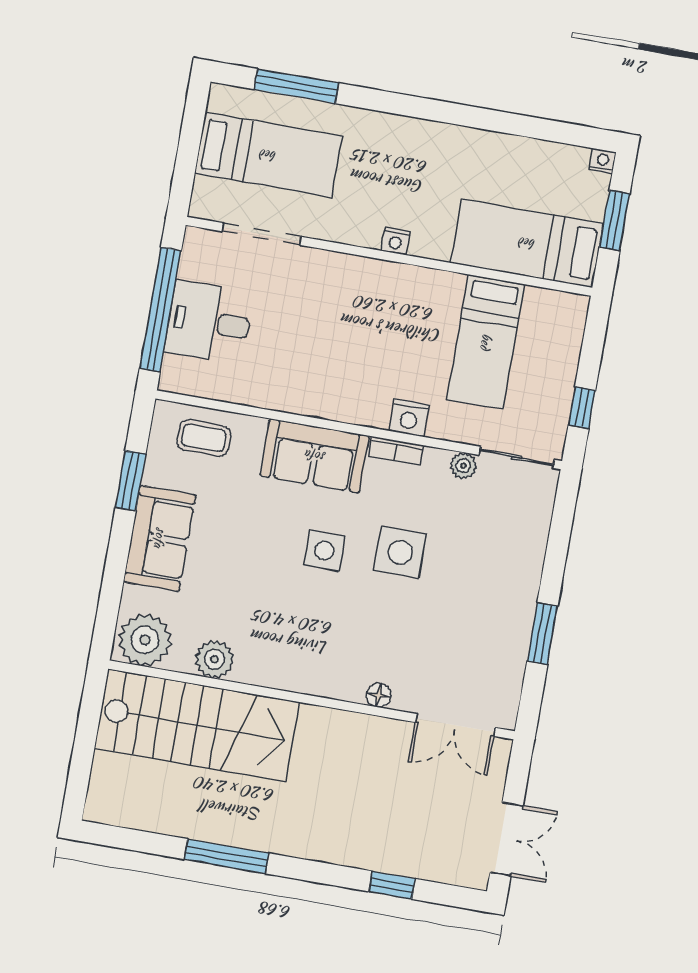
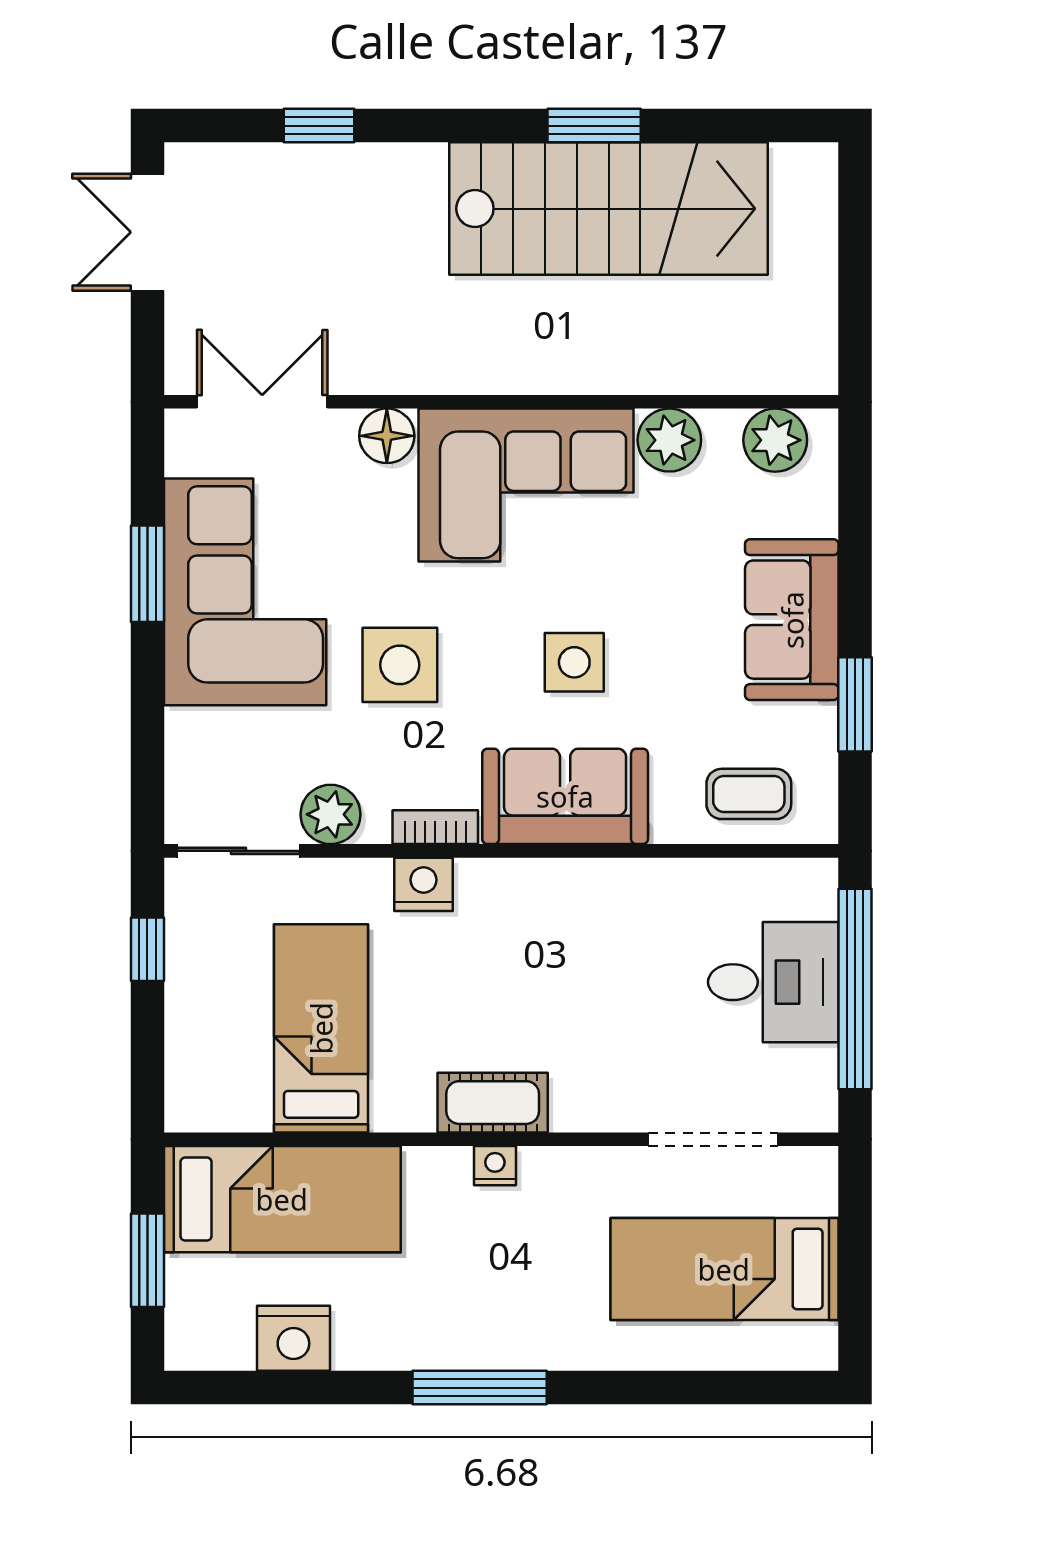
window: (296, 86) -> (480, 1388), moved
nightstand: (603, 161) -> (293, 1338), moved, width x1.89, depth x1.79
cot: (390, 279) -> (493, 1103), added
plant: (463, 466) -> (331, 814), width x1.38, depth x1.38
side table: (324, 551) -> (574, 662), moved
corner sofa: (486, 612) -> (245, 592), added
plant: (145, 640) -> (775, 440), width x0.73, depth x0.73
corner sofa: (305, 647) -> (526, 485), added
floor lamp: (379, 695) -> (387, 436), width x1.37, depth x1.37
stairs: (197, 725) -> (609, 209), moved, turned 180
window: (227, 856) -> (594, 126), width x0.69

